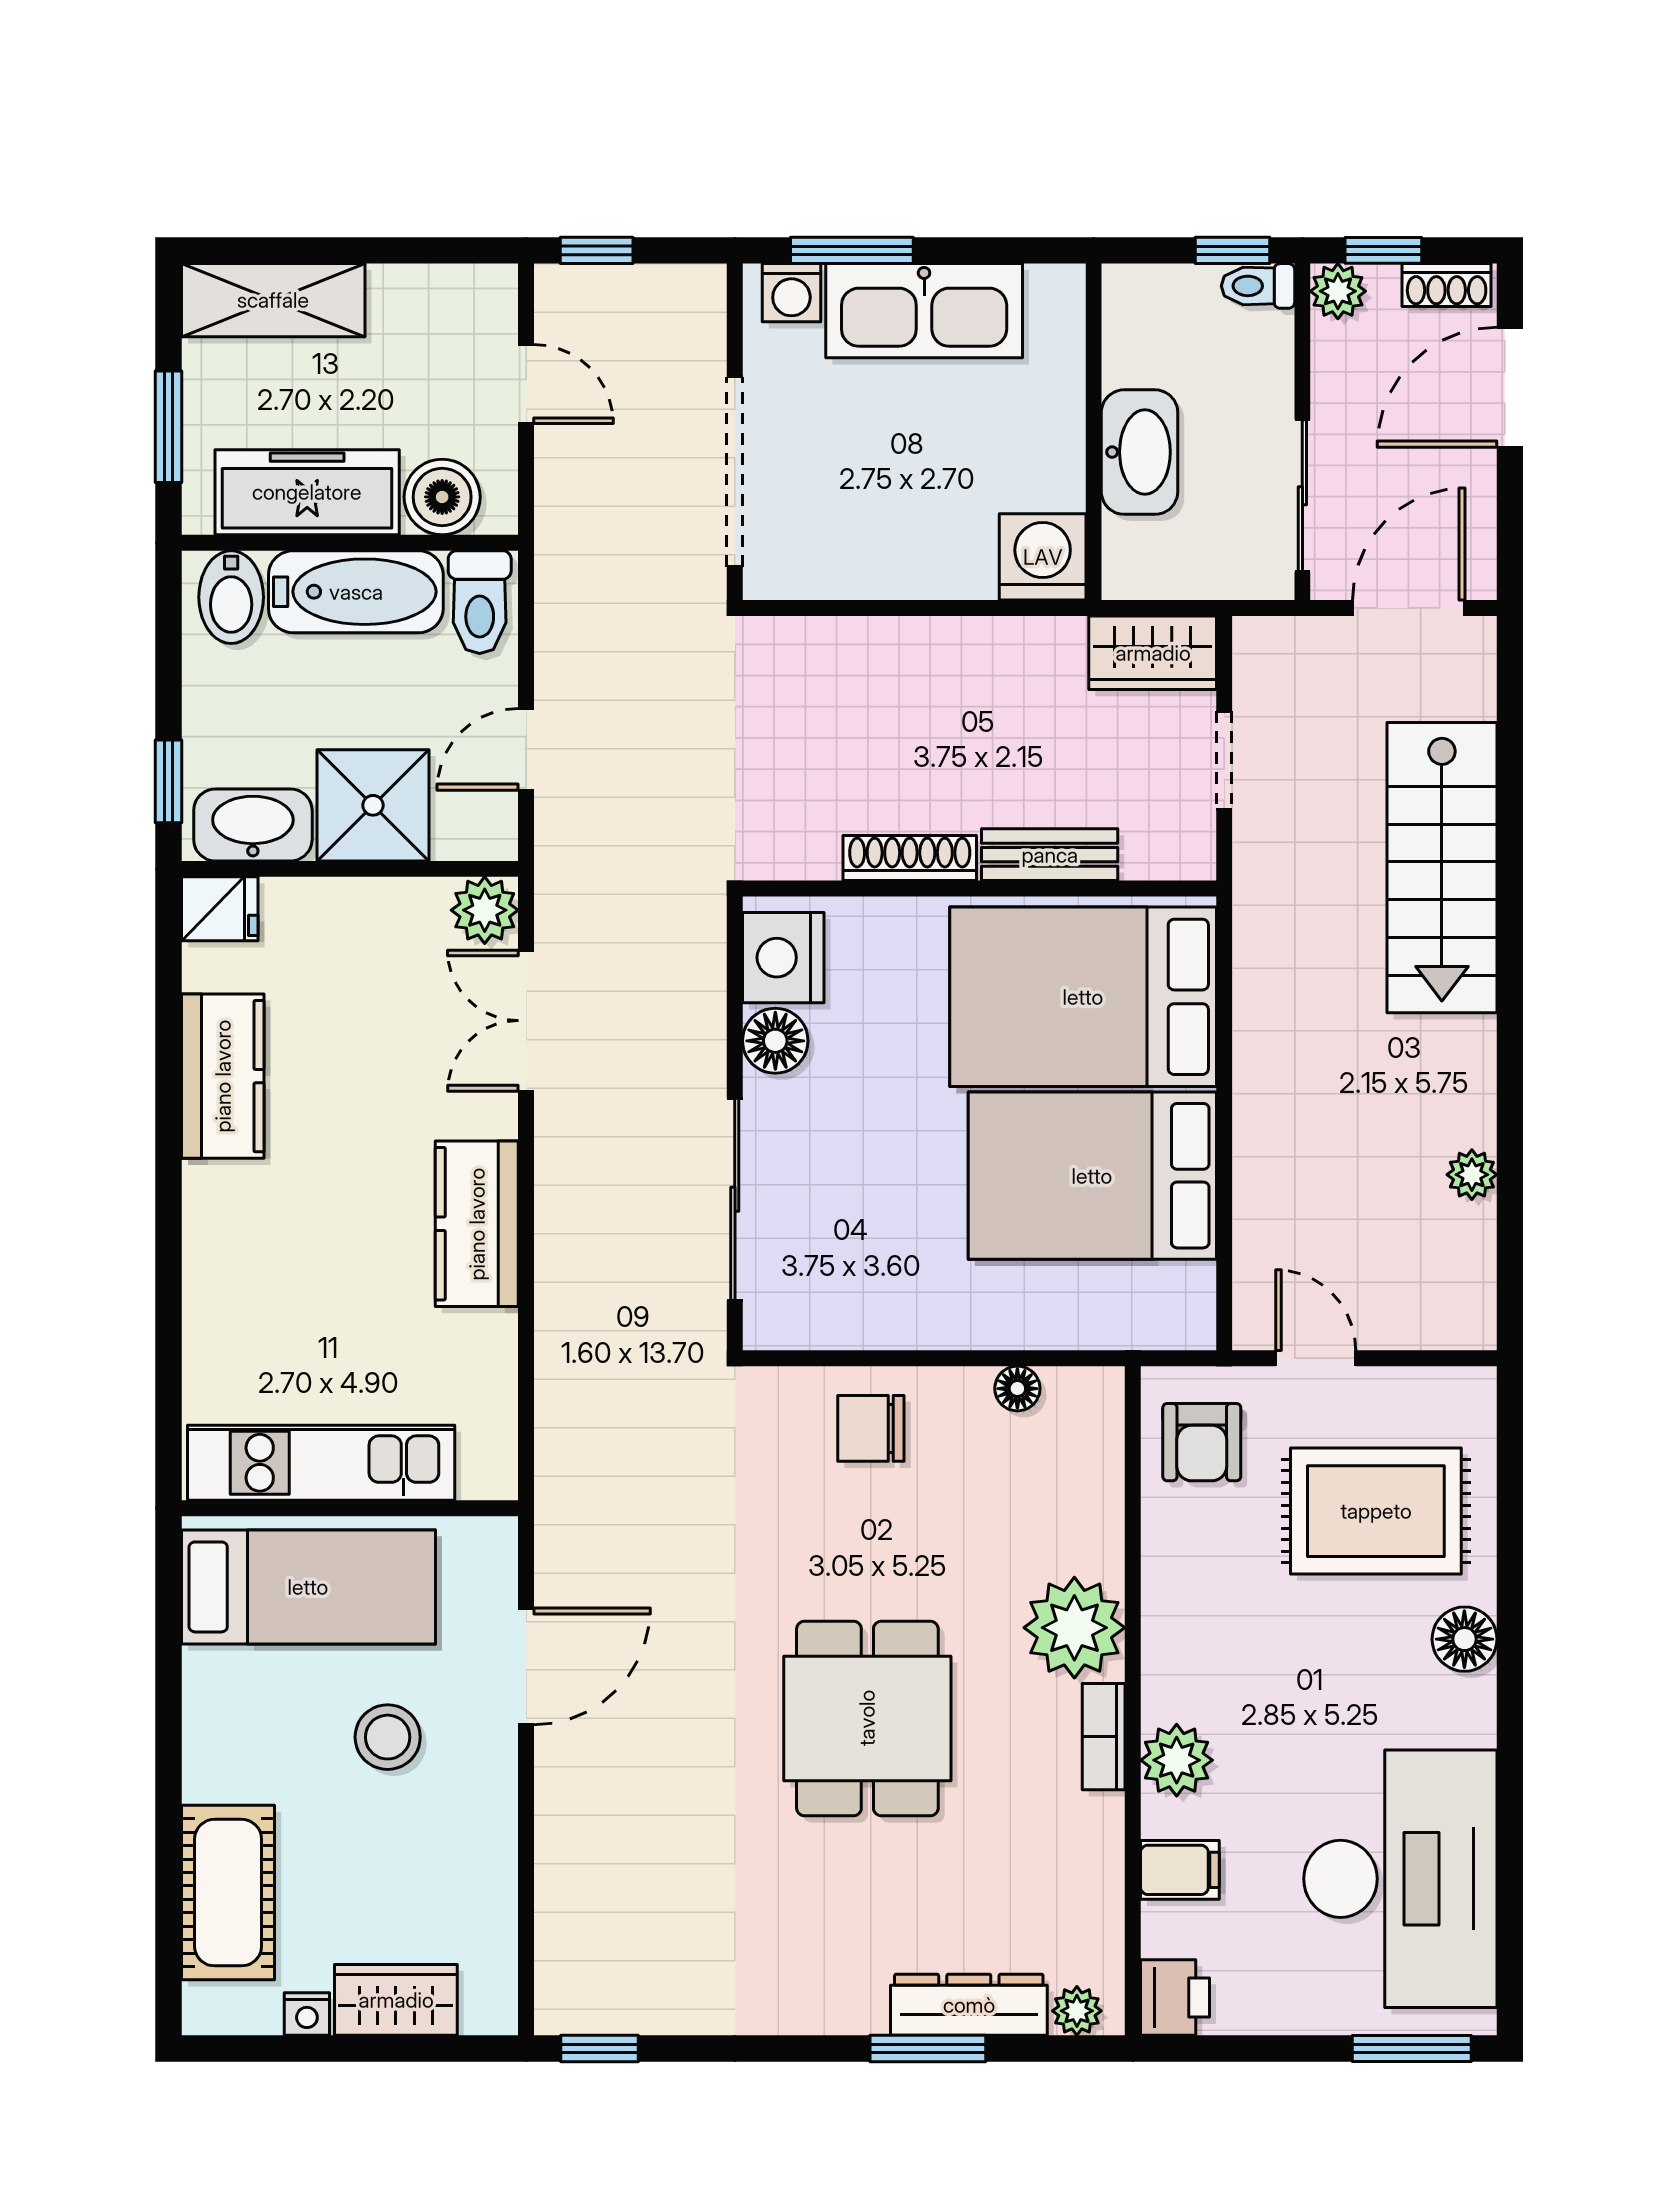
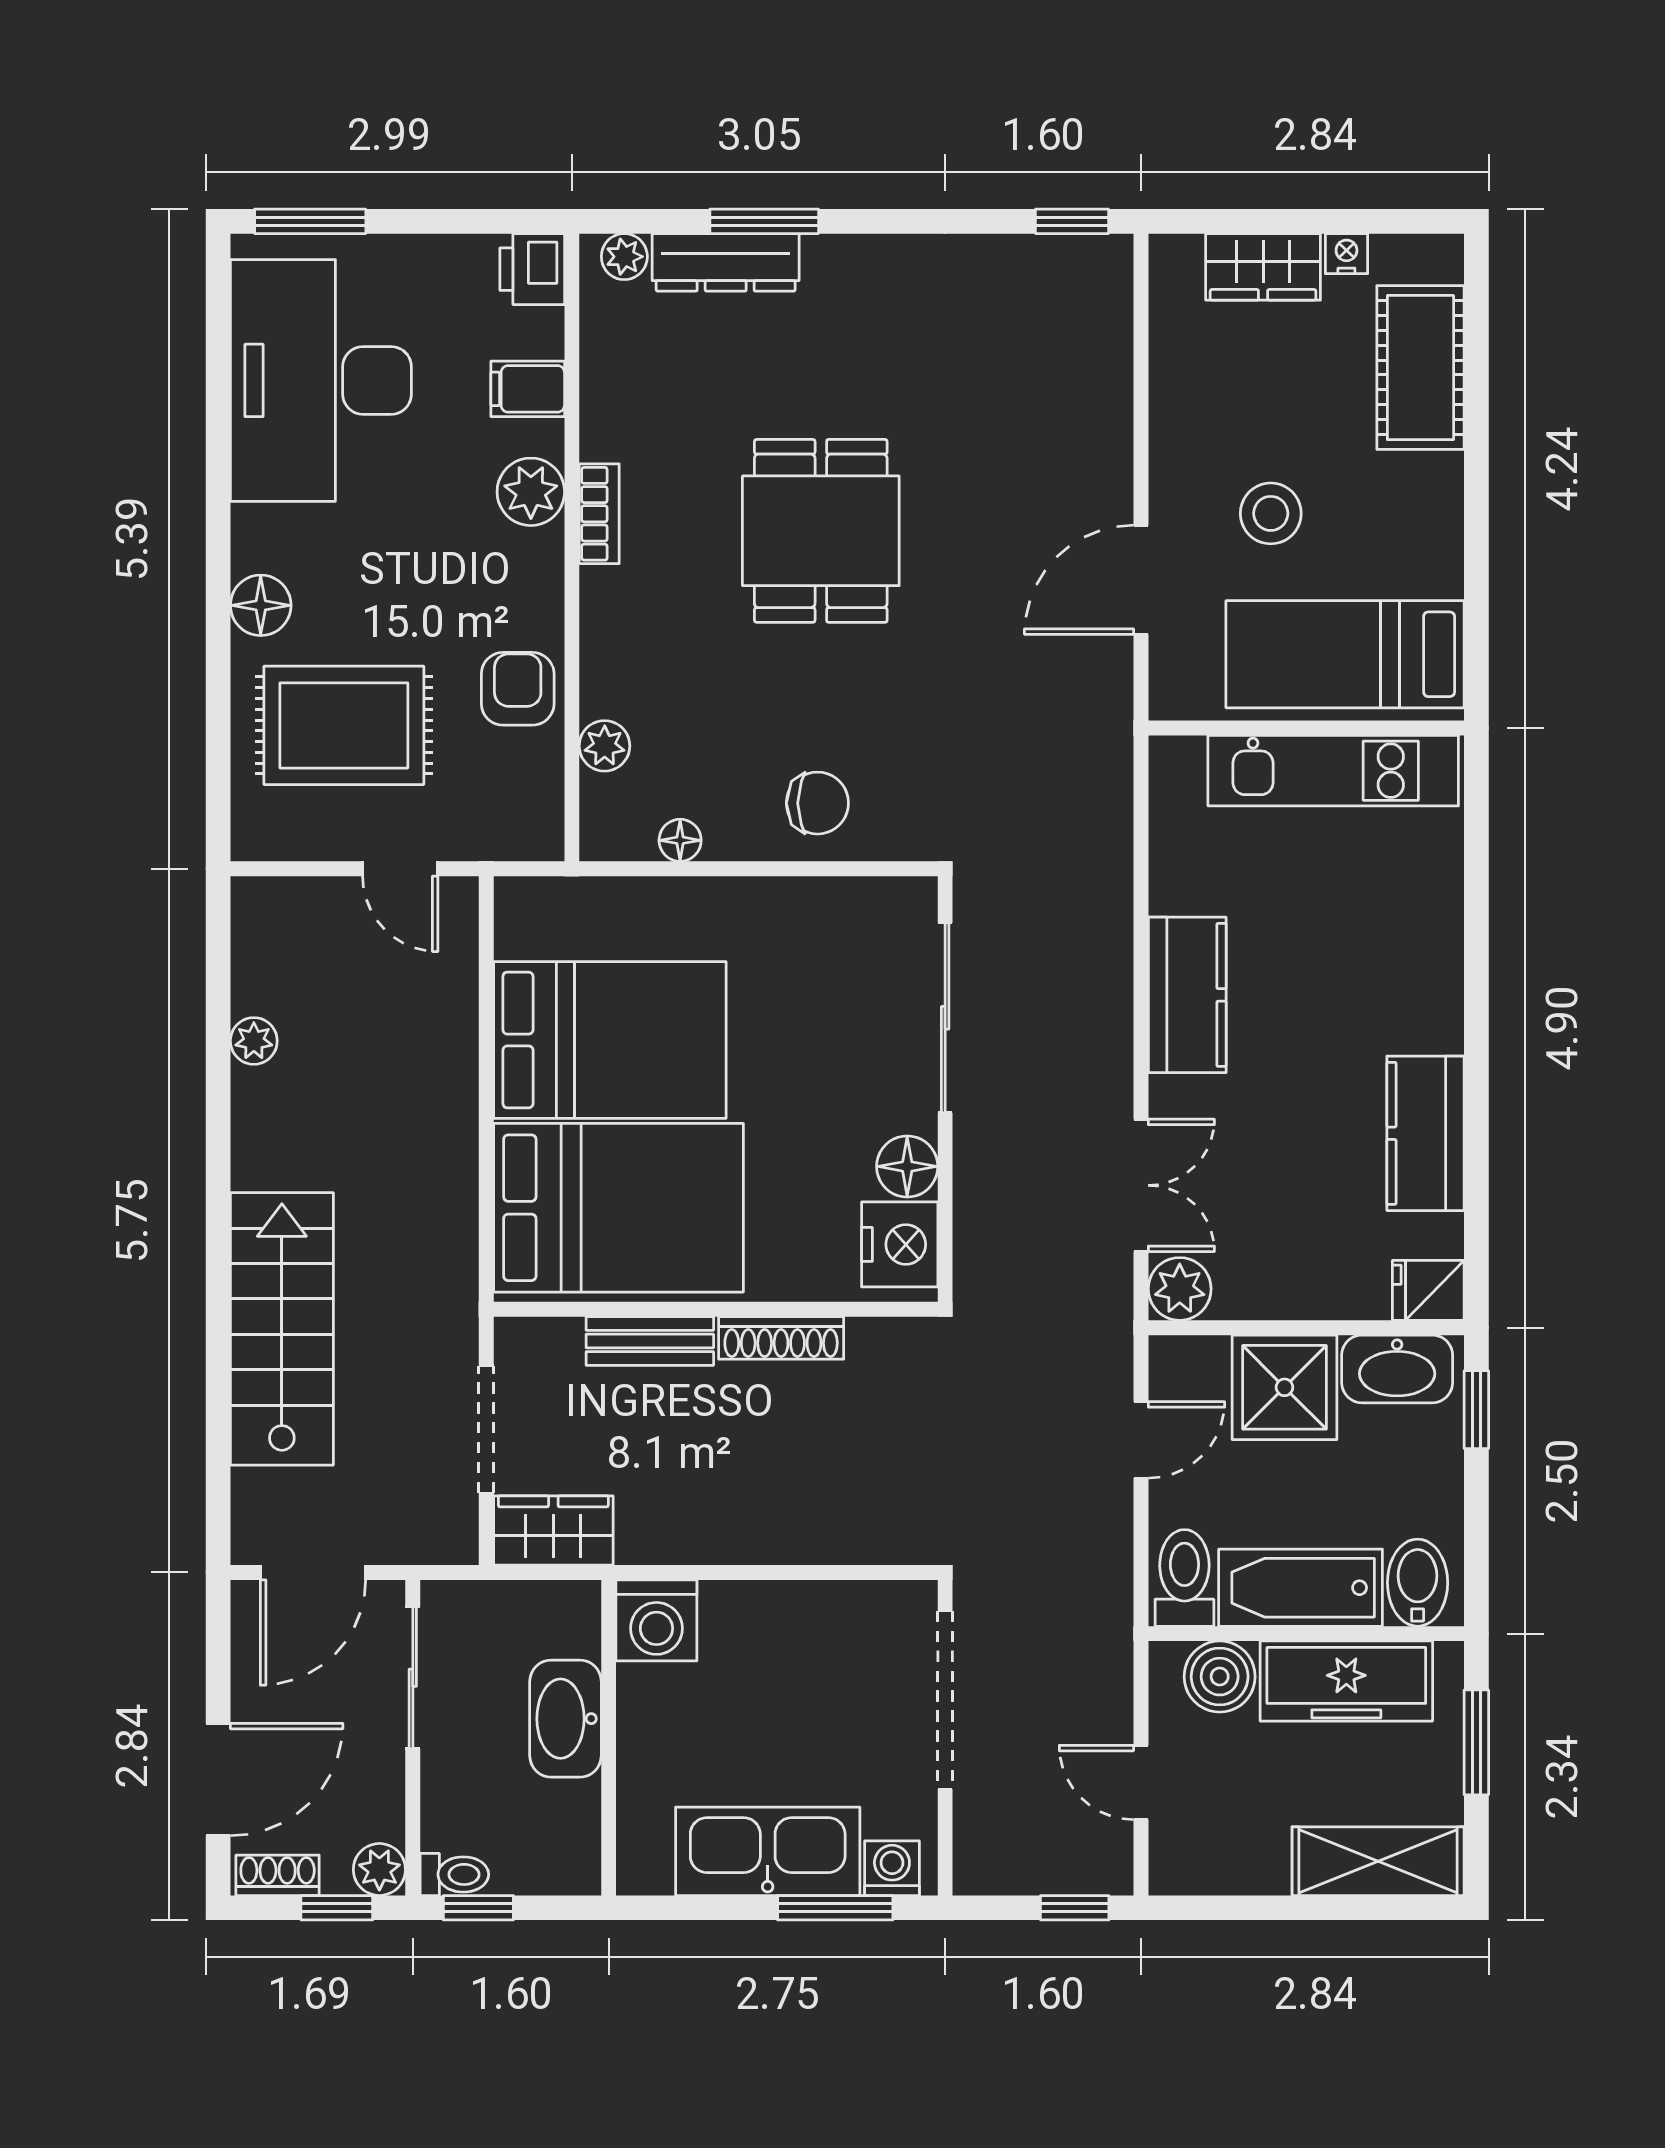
doorway: (1224, 760) -> (486, 1429), width x1.38
armchair: (1202, 1442) -> (518, 689), moved
plant: (1074, 1628) -> (605, 746), moved, width x0.53, depth x0.53

